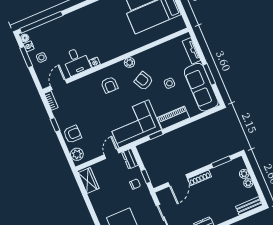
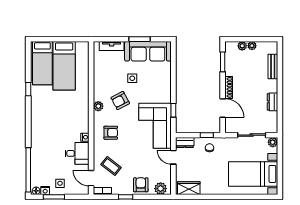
coffee table: (78, 99) -> (111, 166), added
piano: (173, 118) -> (165, 88), removed
bench: (249, 206) -> (273, 66), moved

